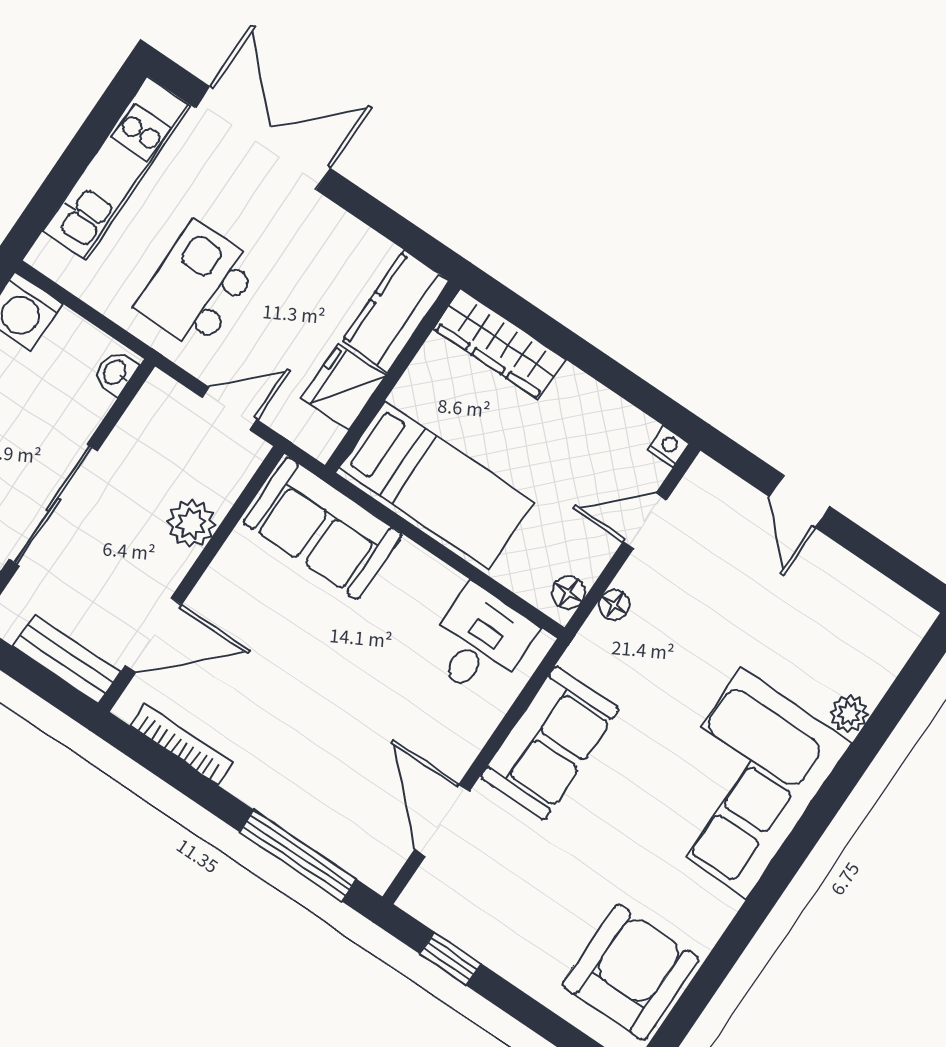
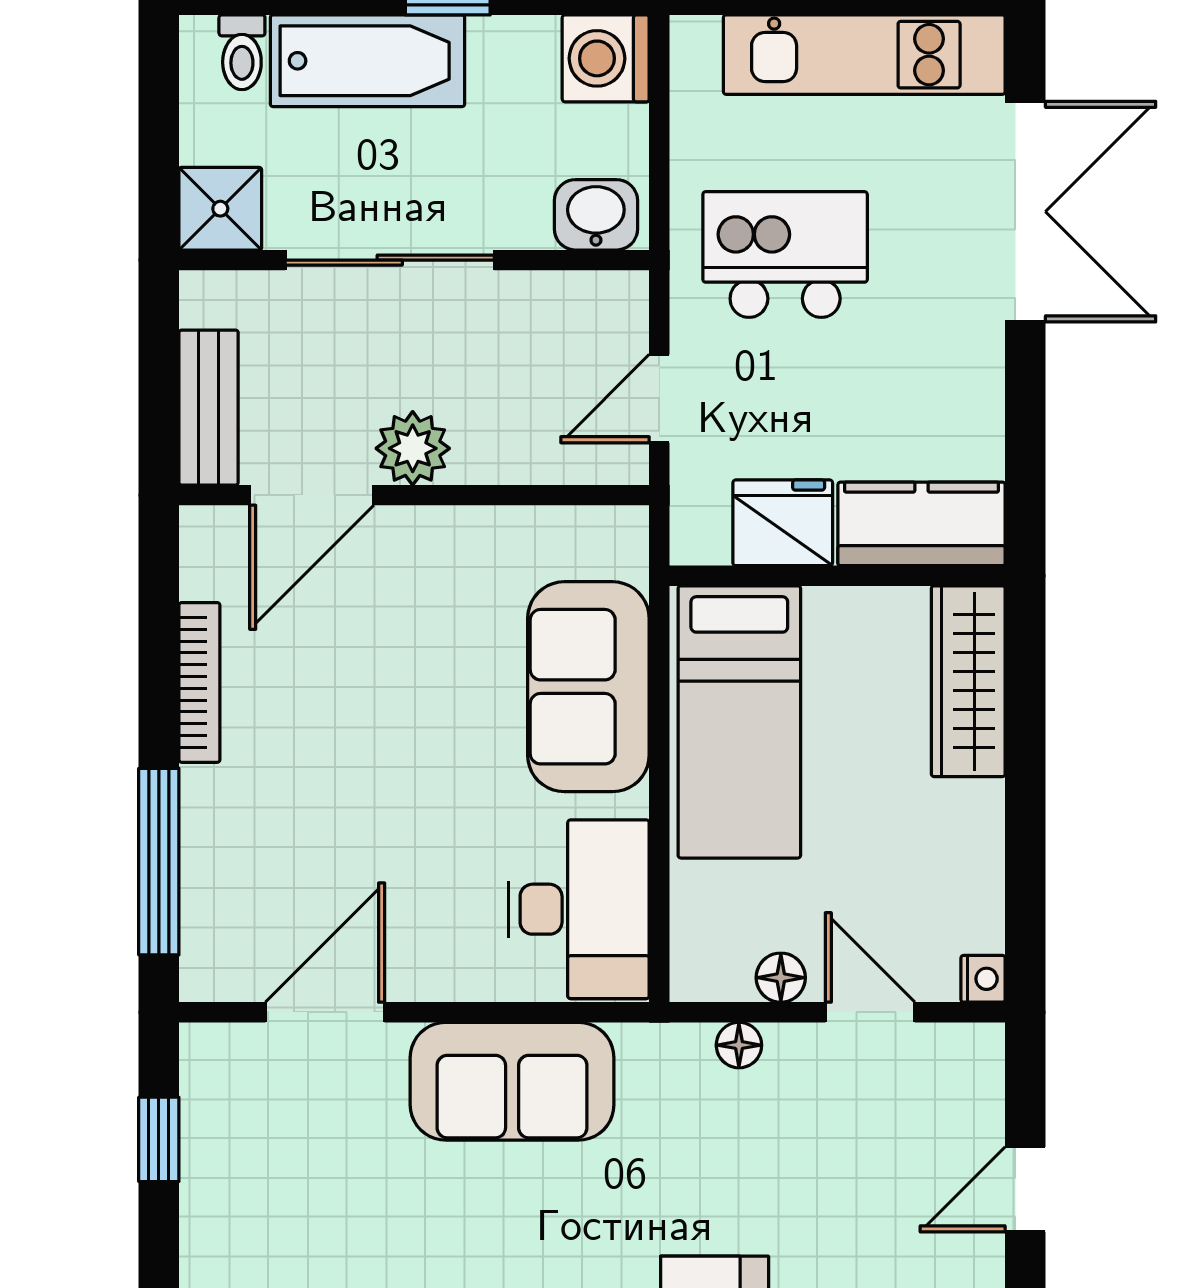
washbasin: (115, 373) -> (596, 215), width x1.38, depth x1.45
door: (229, 409) -> (659, 399), swing flipped
plant: (191, 523) -> (413, 448), moved
sofa: (323, 528) -> (588, 687), moved
floor lamp: (568, 593) -> (781, 978), moved
door: (153, 635) -> (312, 495), hinge flipped
desk: (480, 642) -> (579, 909), width x1.37
bookcase: (181, 744) -> (199, 682), moved

